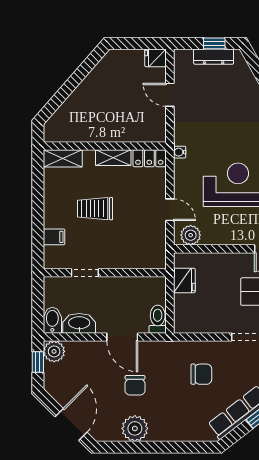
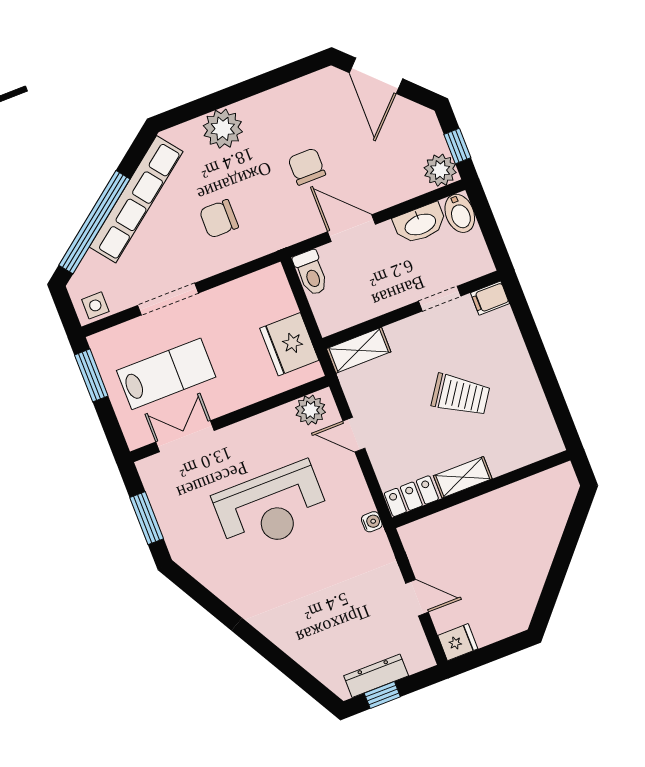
shelving: (63, 158) -> (359, 350), moved
trolley: (95, 209) -> (461, 395), turned 34
filing cabinet: (54, 237) -> (490, 298), moved
fridge: (184, 281) -> (289, 344), width x1.36, depth x1.34
plant: (135, 428) -> (223, 129), moved

